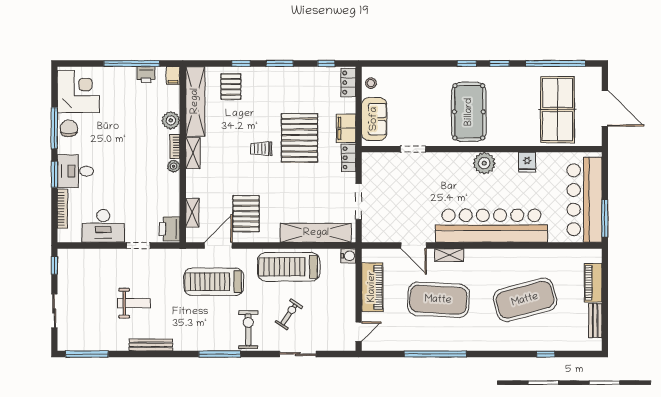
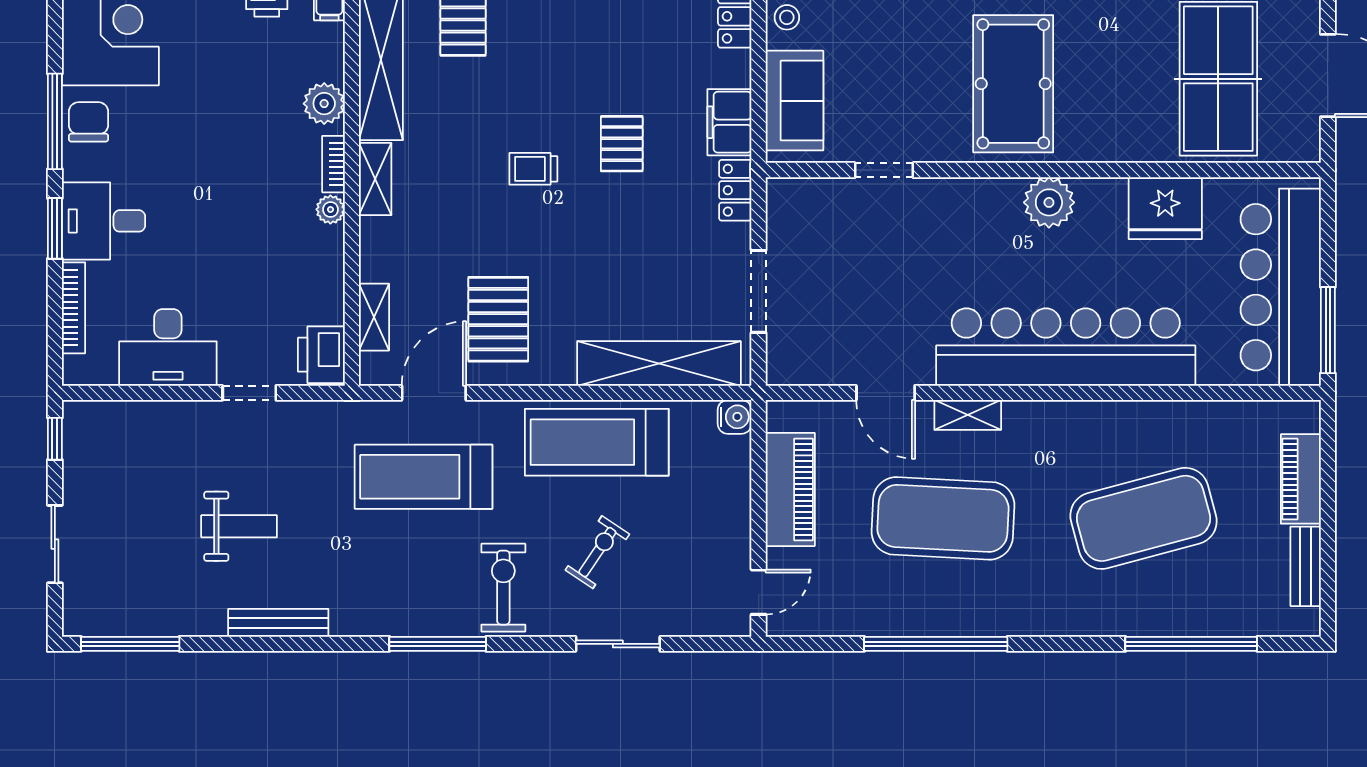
pallet: (299, 138) -> (622, 144), width x0.49, depth x0.50
fridge: (527, 162) -> (1165, 208), width x1.88, depth x1.34
window: (546, 354) -> (1191, 644), width x3.17

